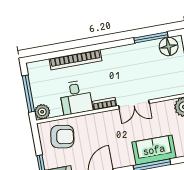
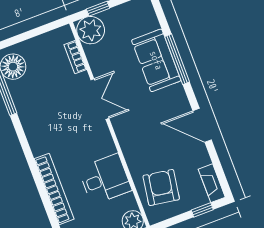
bookcase: (105, 104) -> (75, 57), moved

